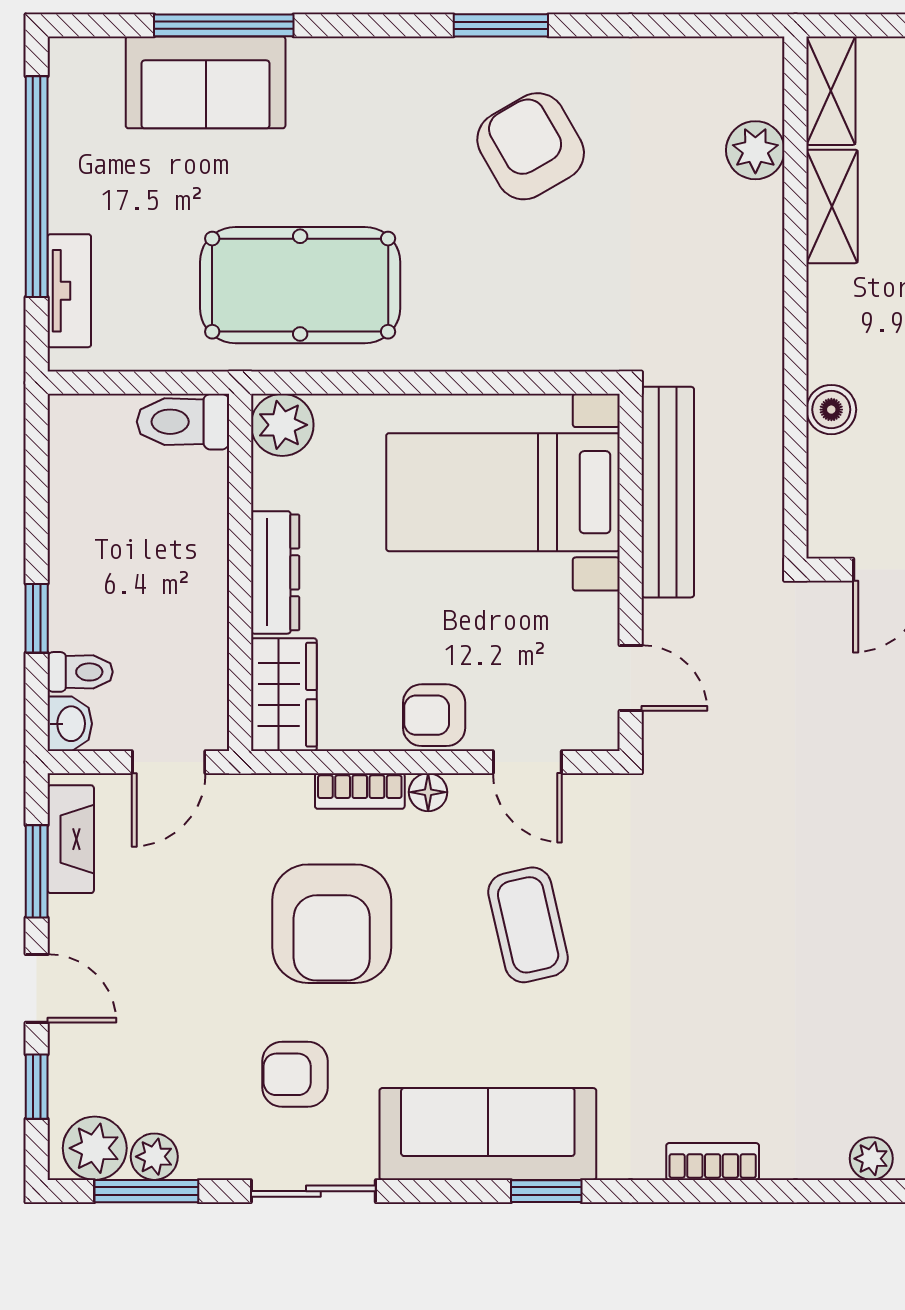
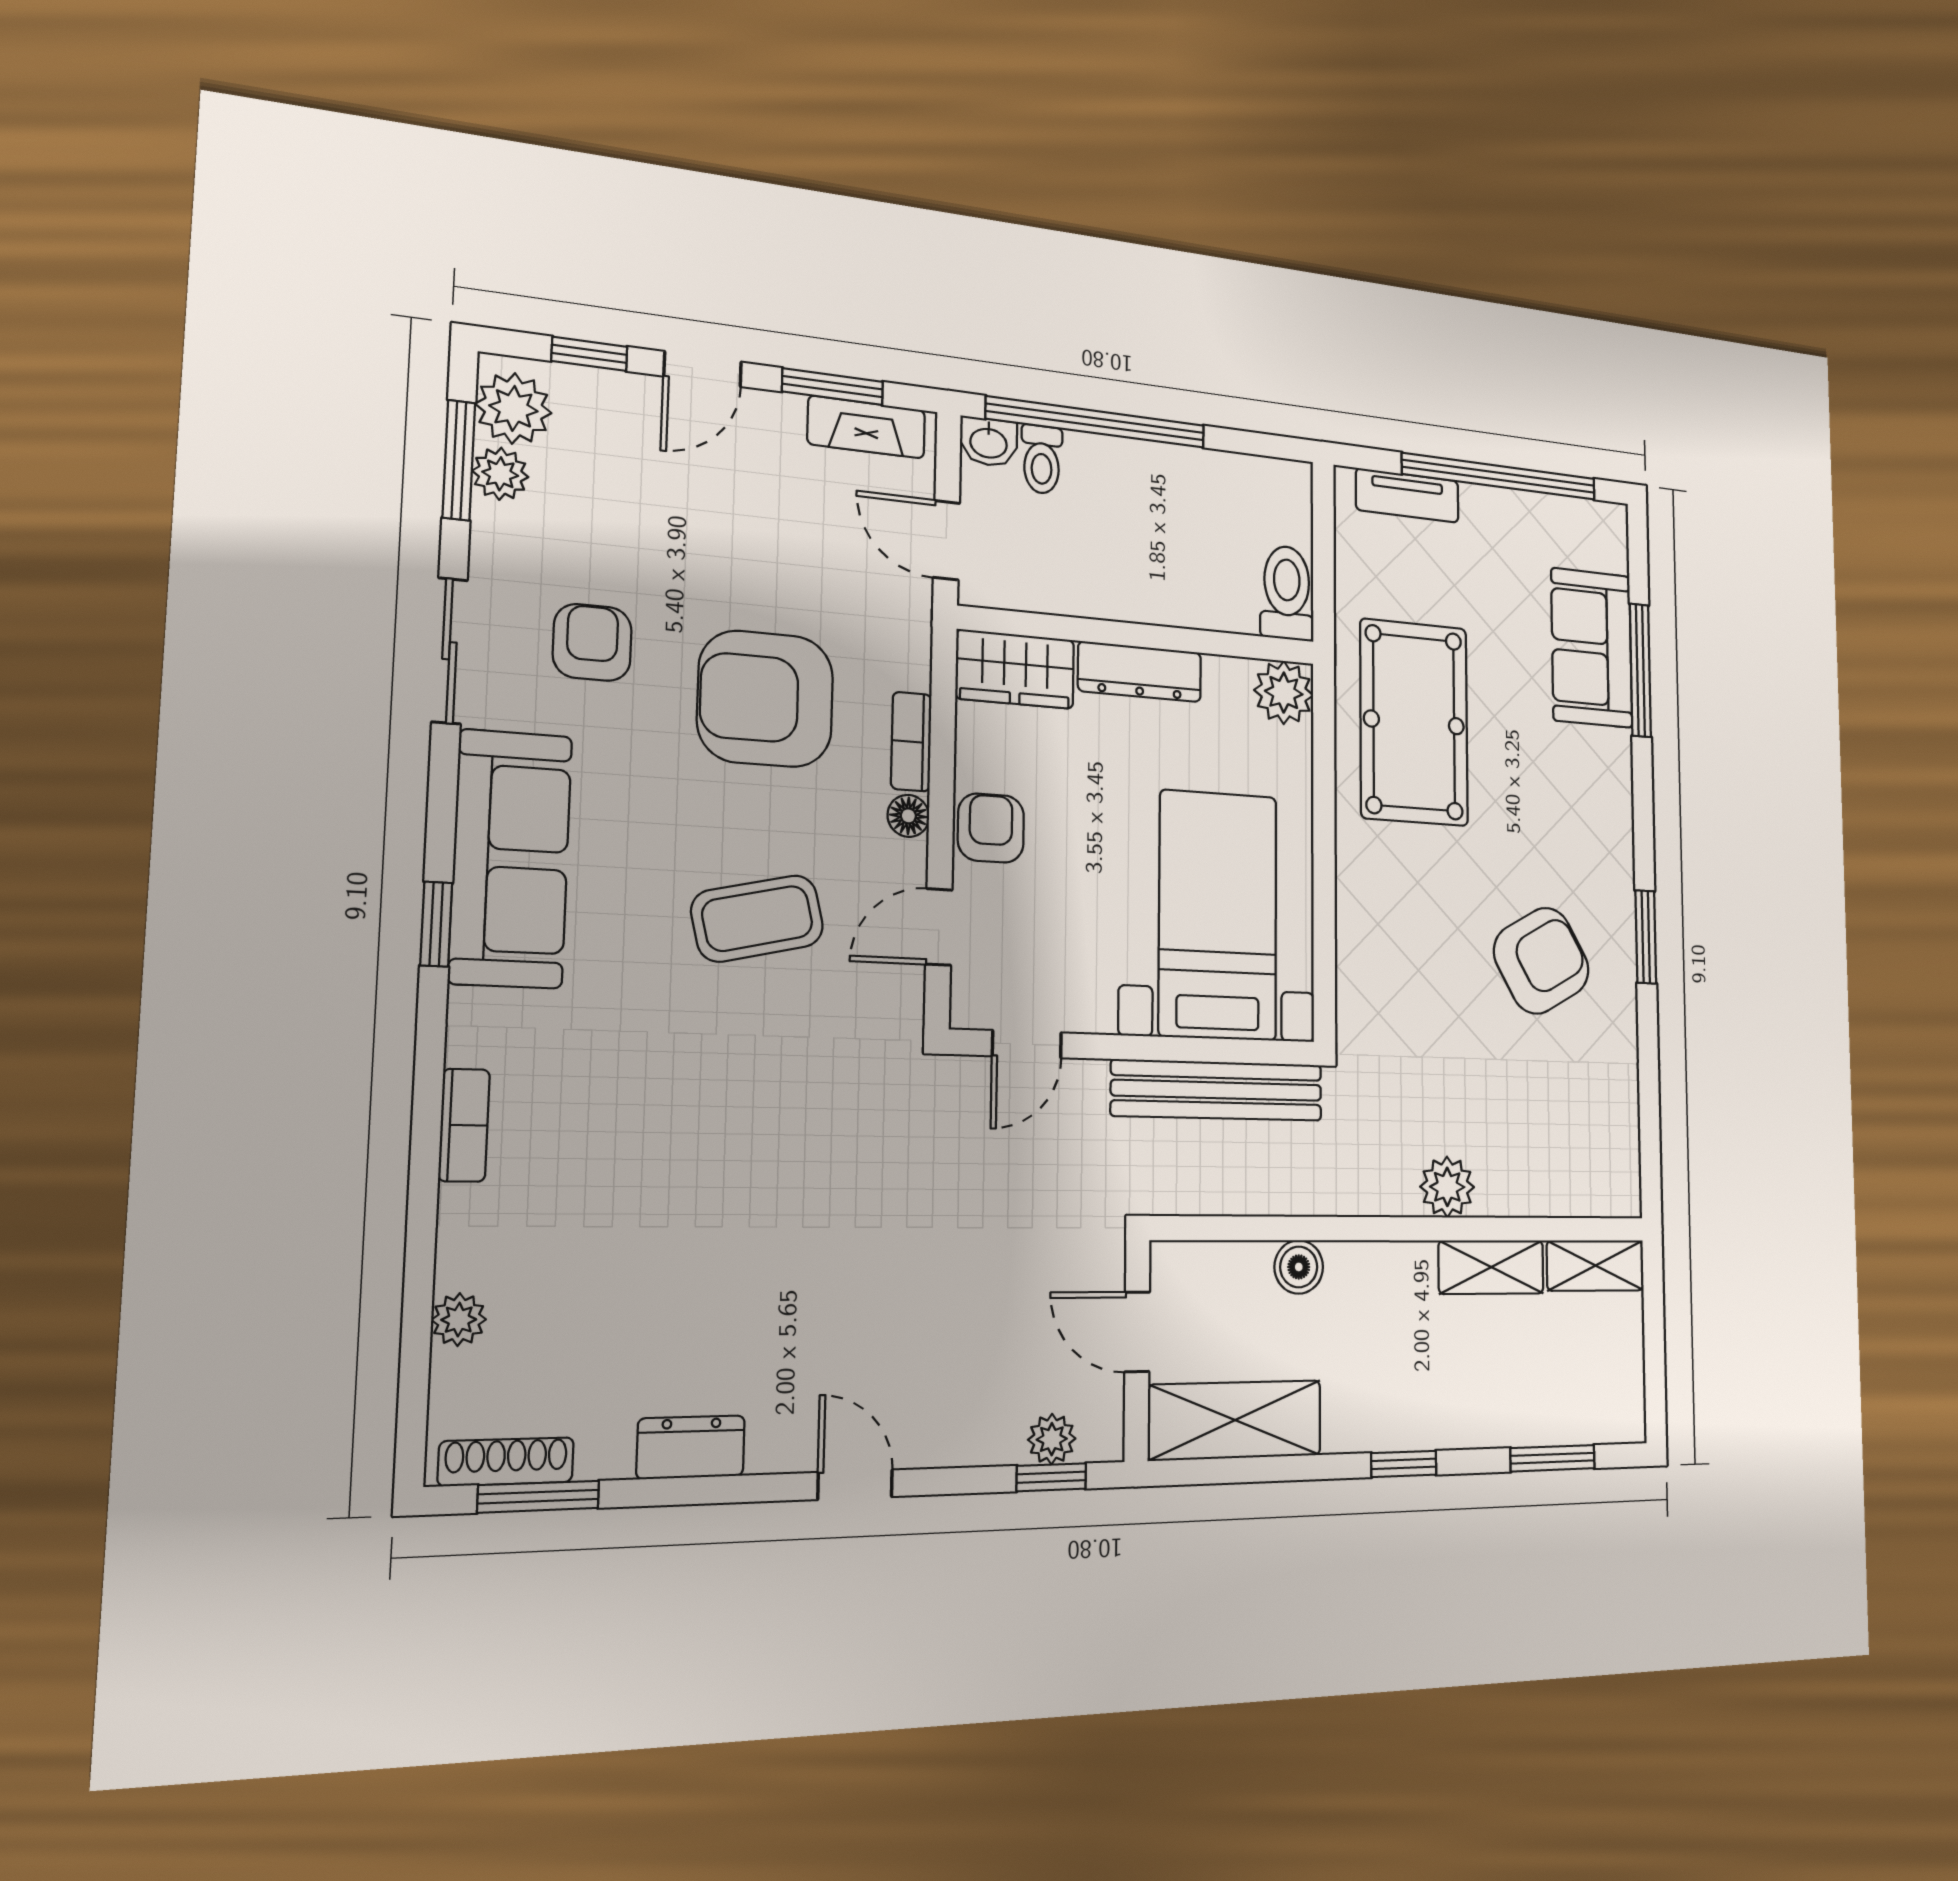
plant: (755, 150) -> (1447, 1187), moved
window: (37, 618) -> (1096, 422), width x3.17

